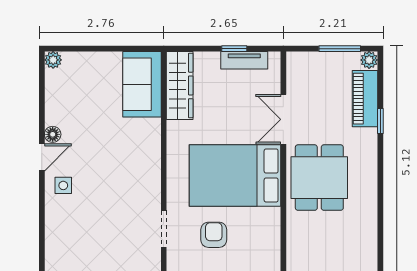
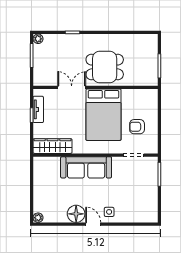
sofa: (142, 84) -> (86, 167), moved, width x1.36
piano: (365, 99) -> (60, 41), removed
double door: (283, 119) -> (72, 87), swing flipped
floor lamp: (53, 134) -> (76, 214), width x1.89, depth x1.89

